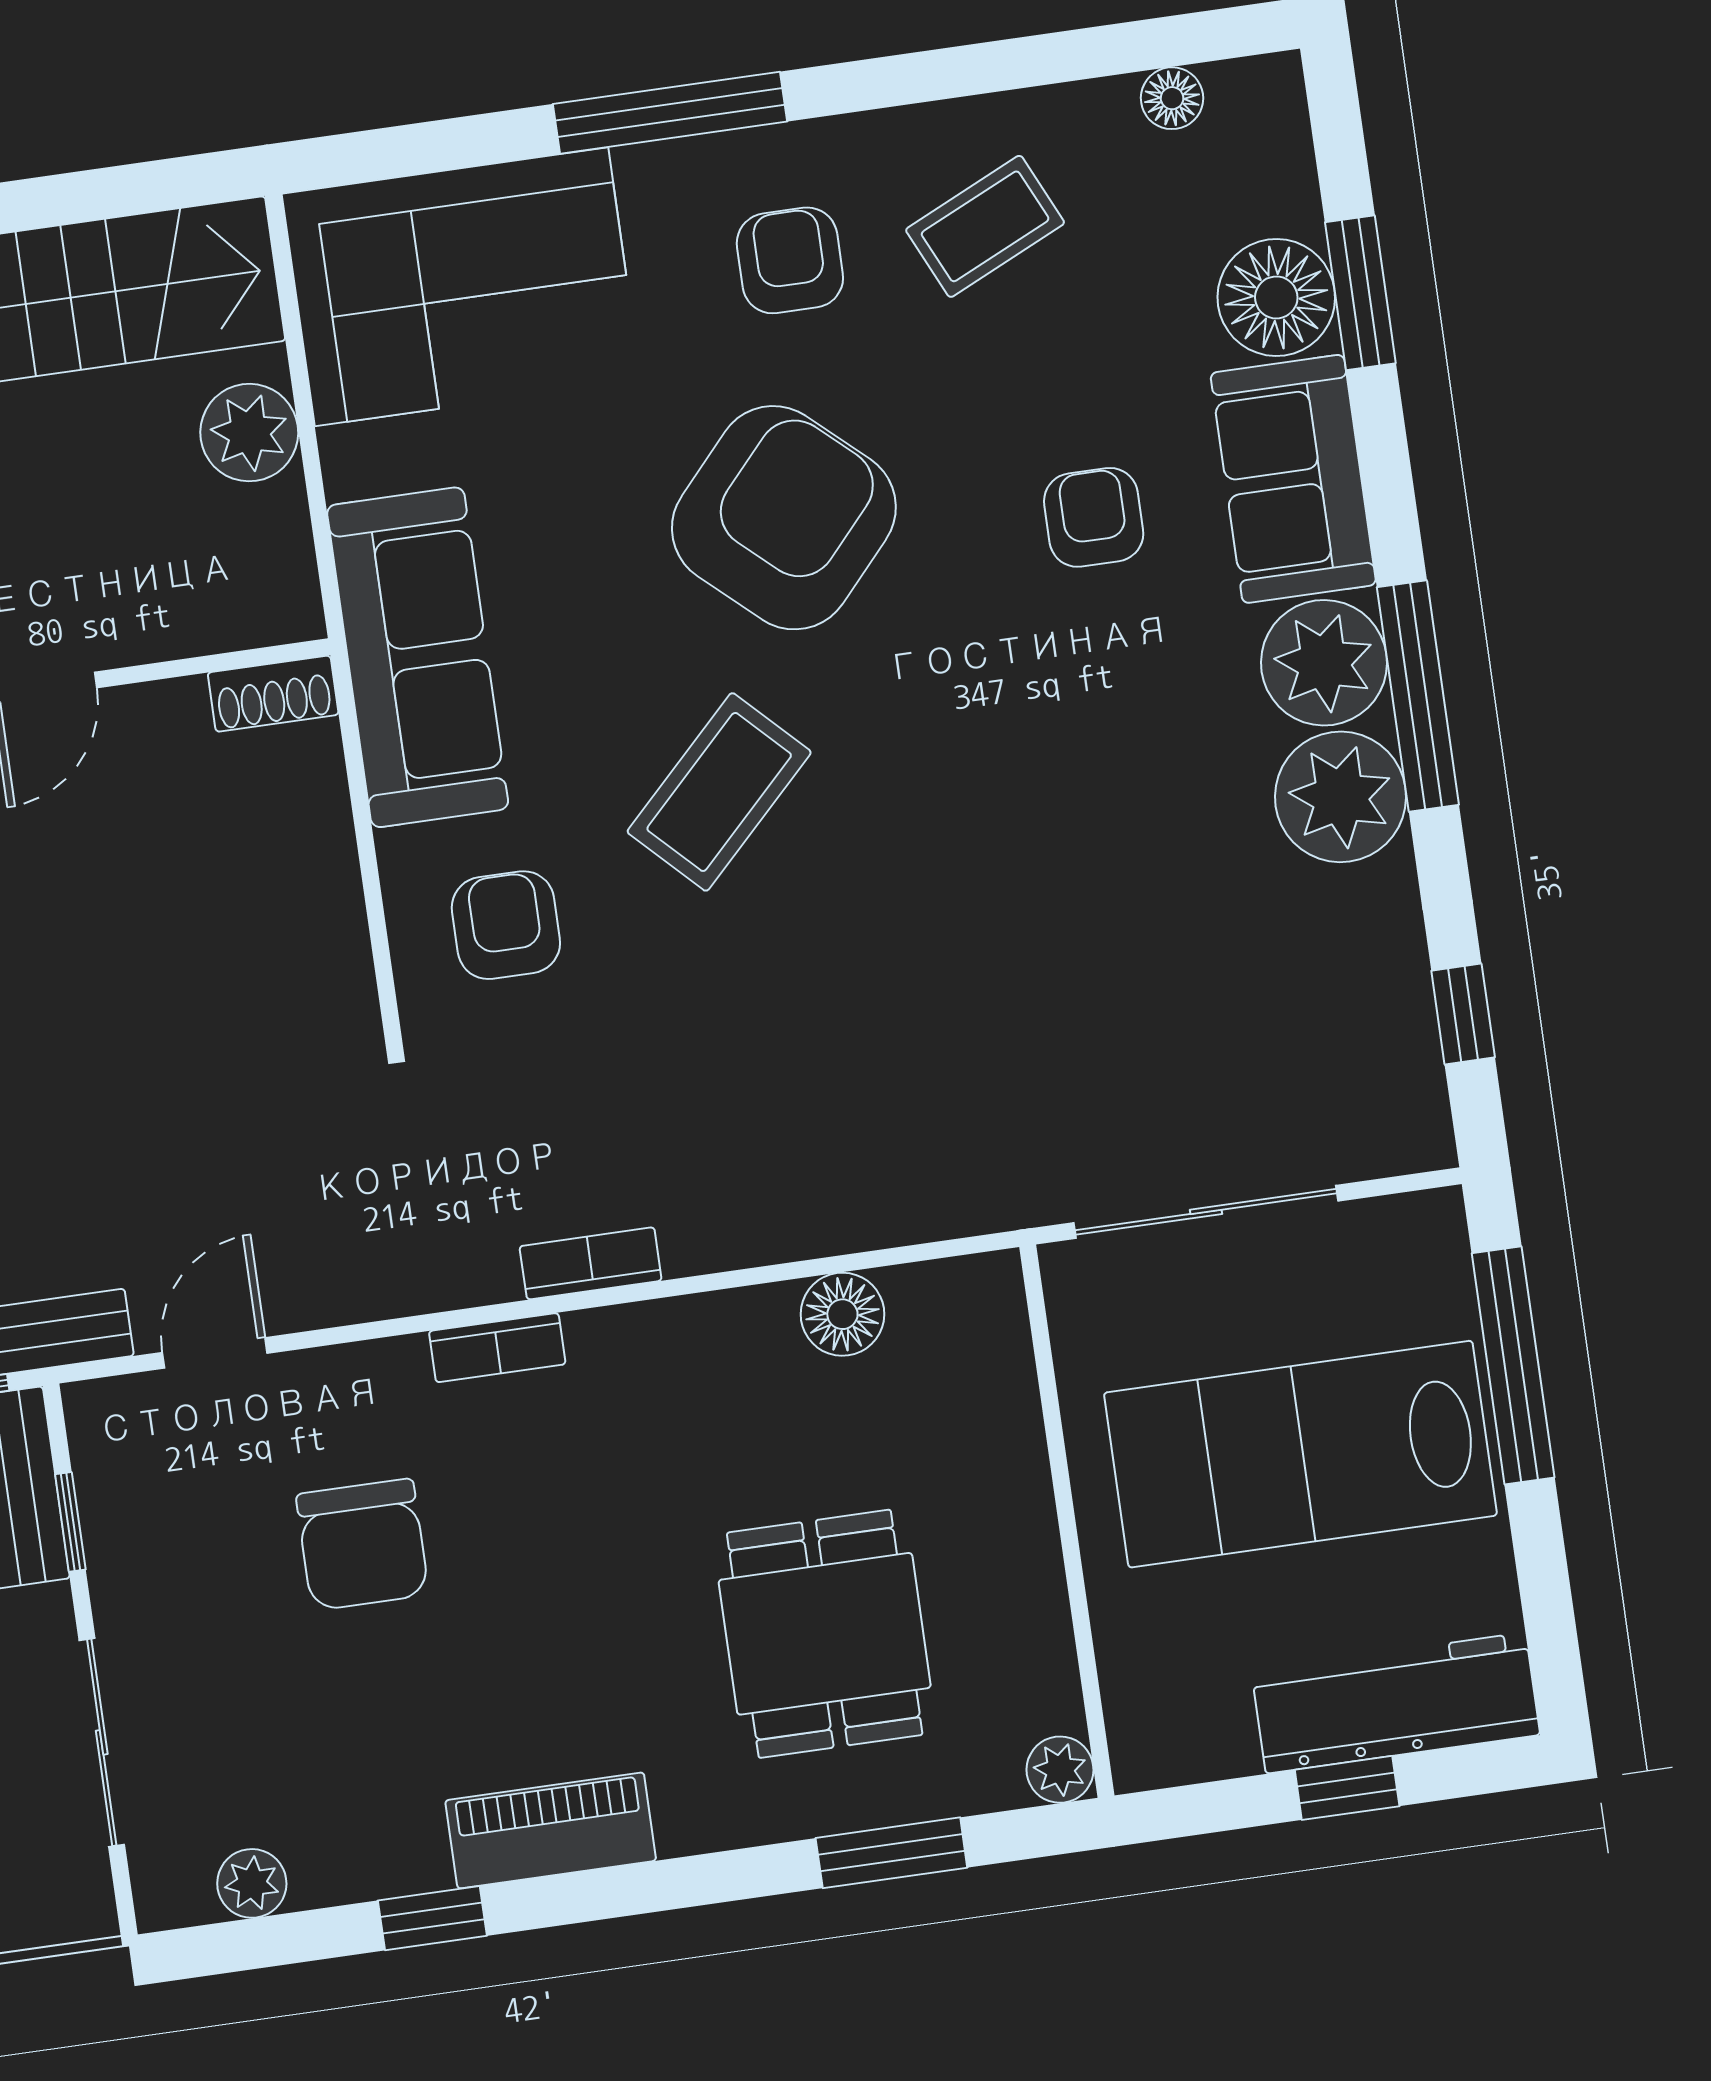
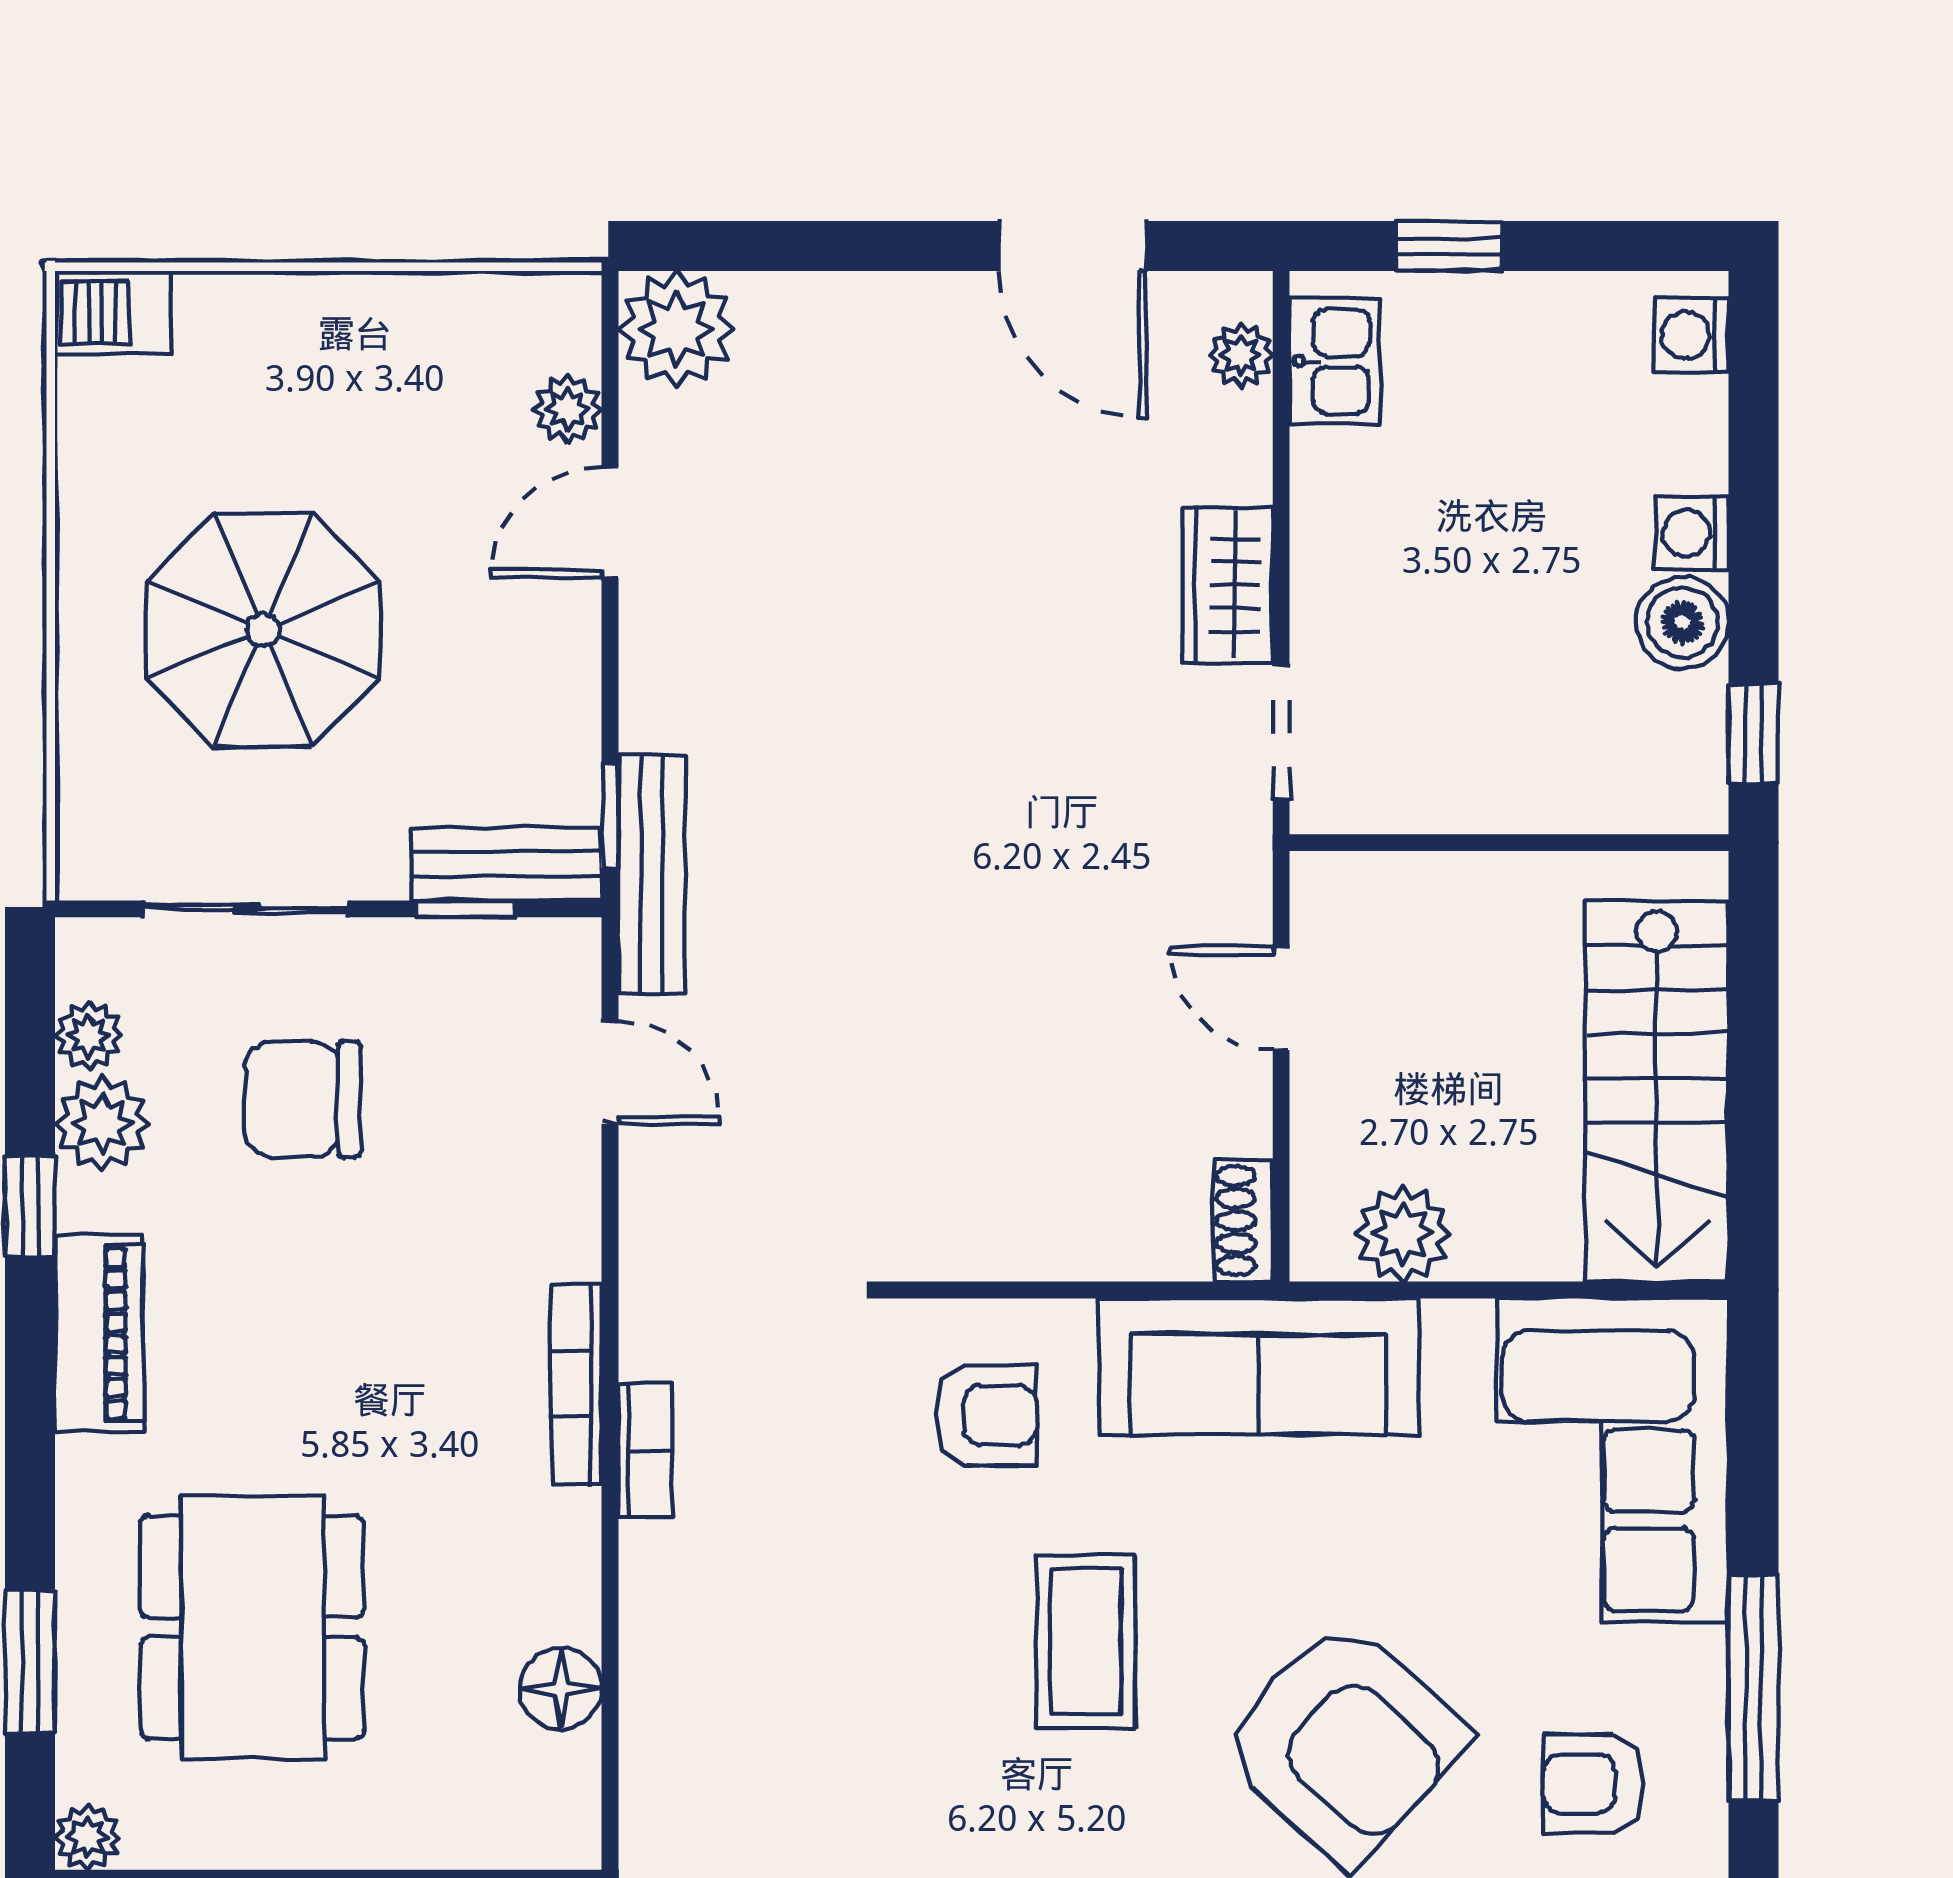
armchair: (790, 260) -> (1593, 1784), turned 180
plant: (249, 433) -> (1403, 1234), moved
coffee table: (719, 792) -> (1086, 1641), turned 45
bookcase: (497, 1348) -> (576, 1384), width x1.56
chair: (362, 1545) -> (303, 1099), moved
dining table: (825, 1634) -> (252, 1627), width x1.38
plant: (338, 1858) -> (102, 1123), added

